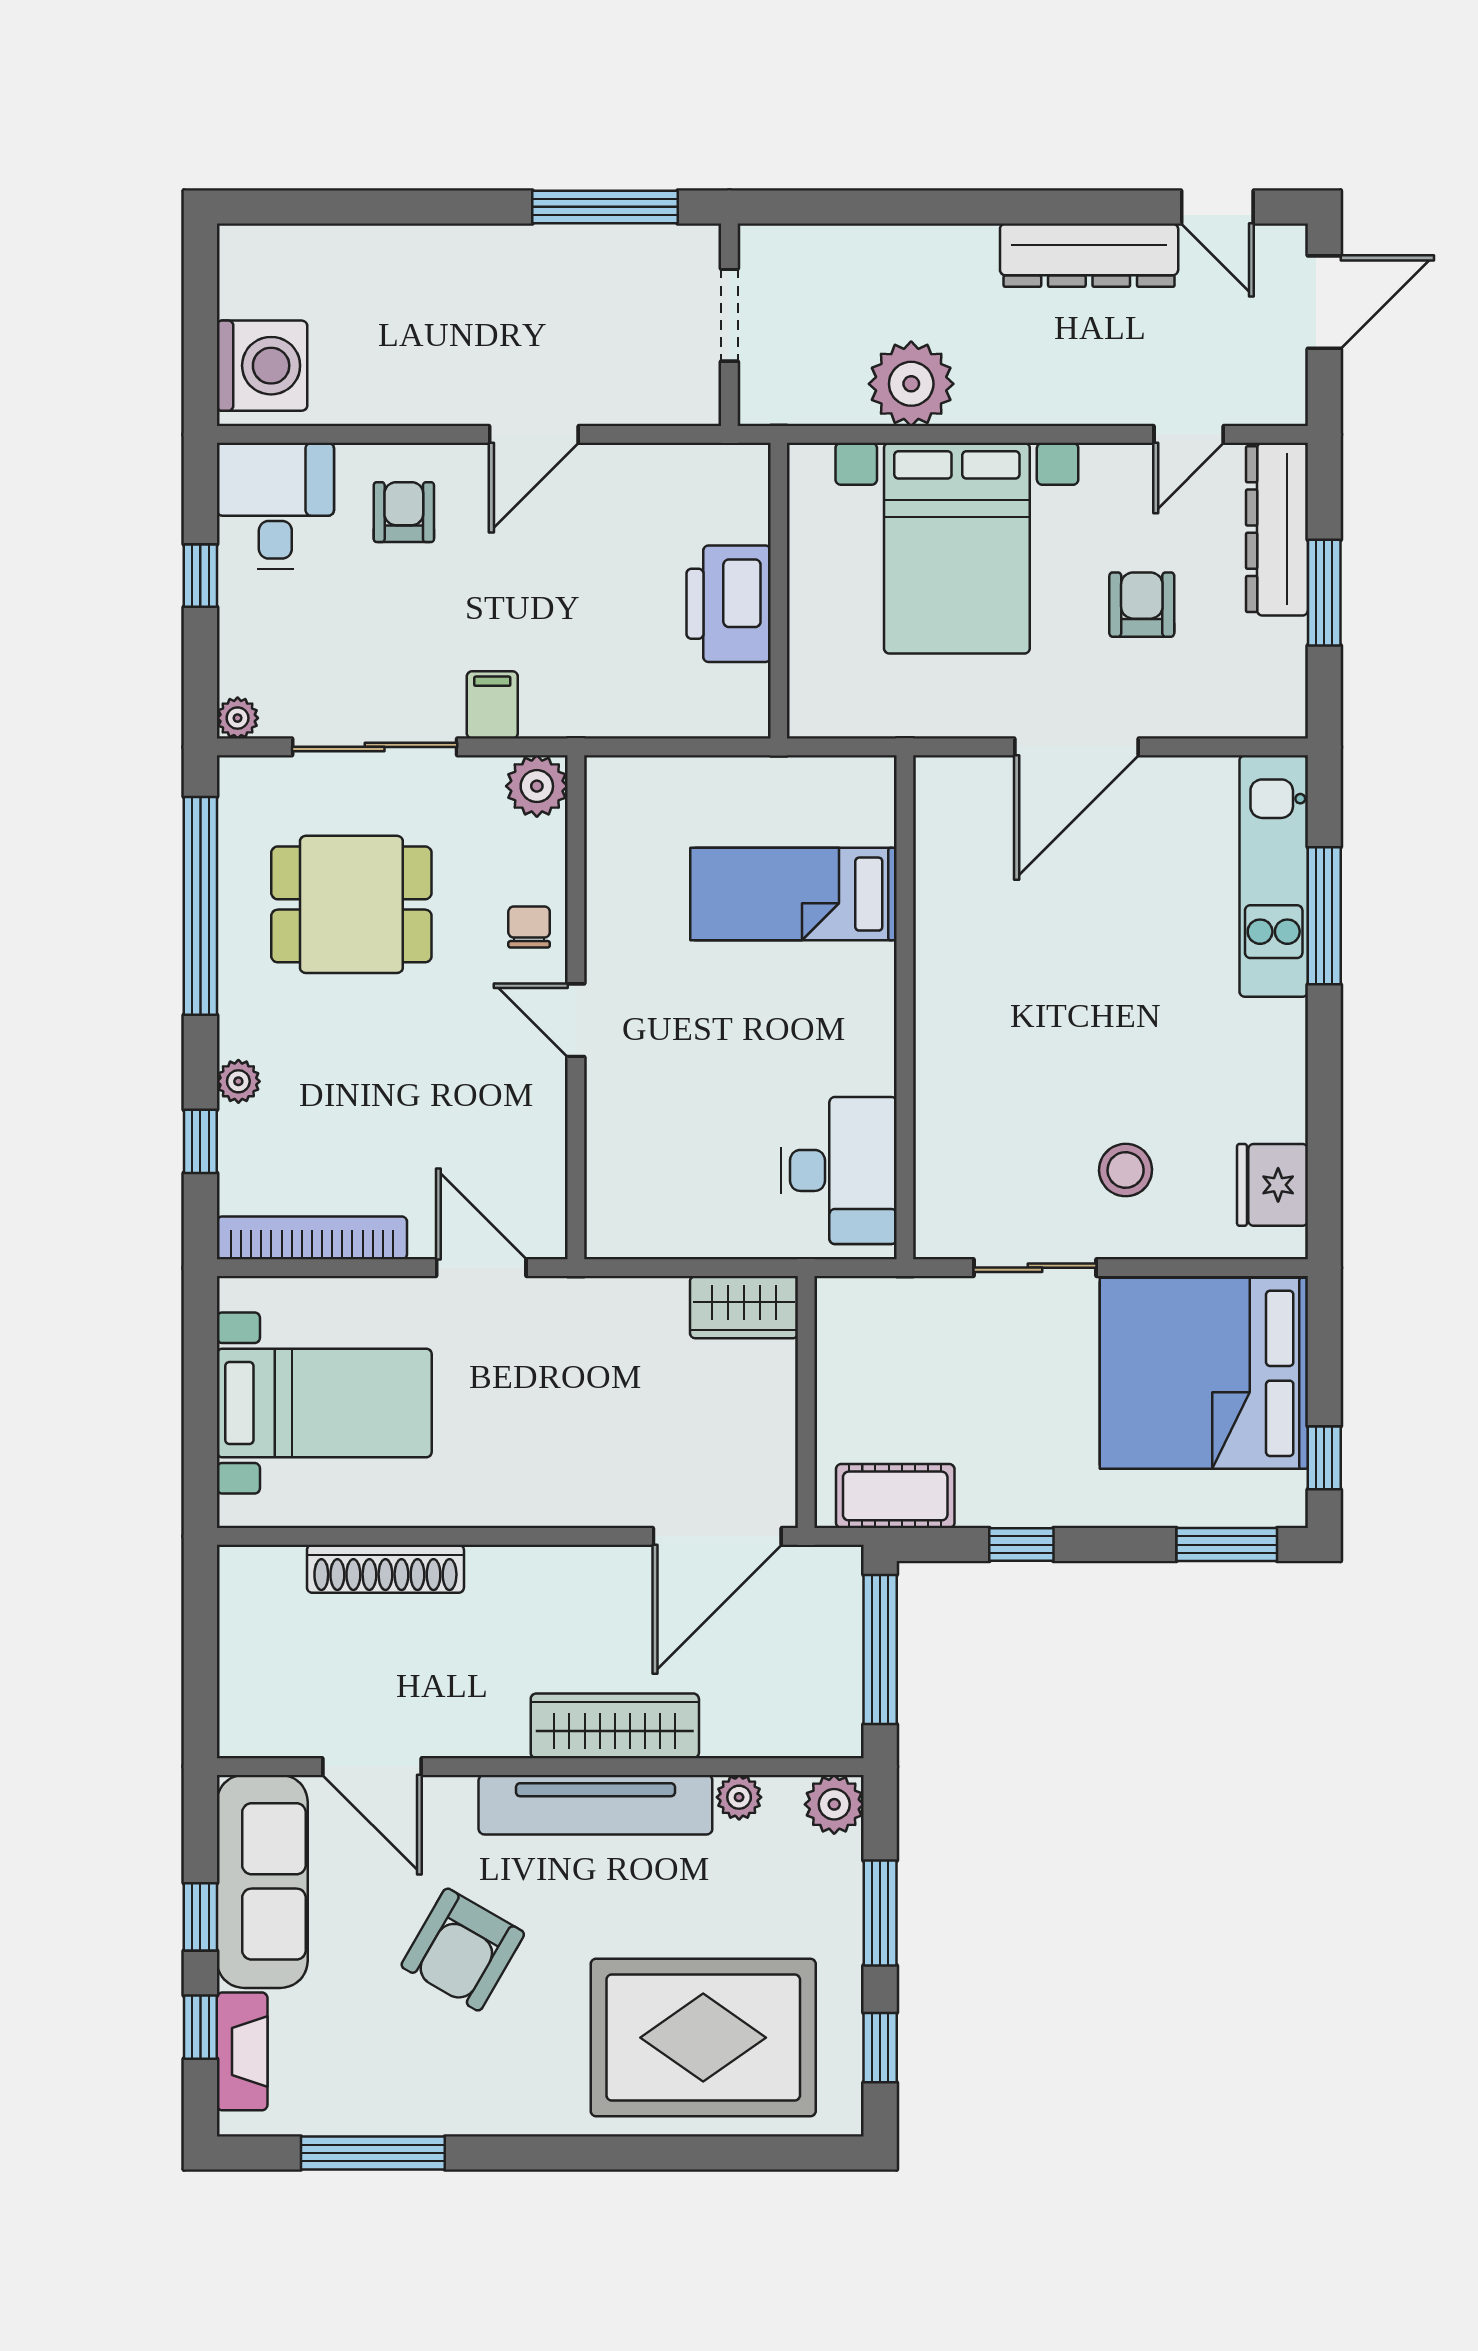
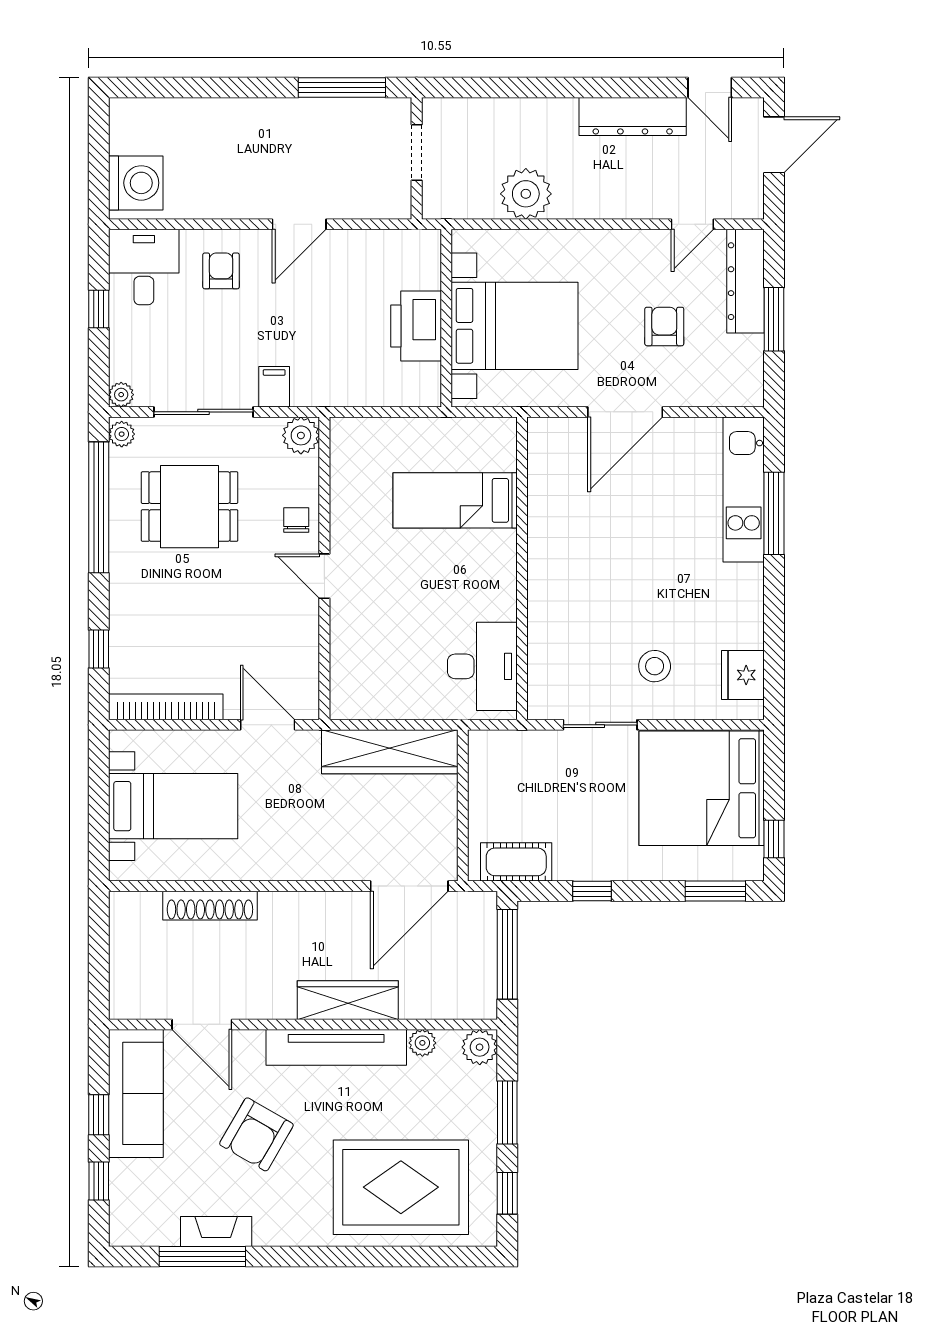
bed with nightstands: (957, 548) -> (515, 326), moved, turned -90
plant: (238, 1081) -> (122, 434), moved
wardrobe: (744, 1307) -> (390, 752), width x2.10, depth x1.17
fireplace: (242, 2051) -> (216, 1232), moved, turned -90

